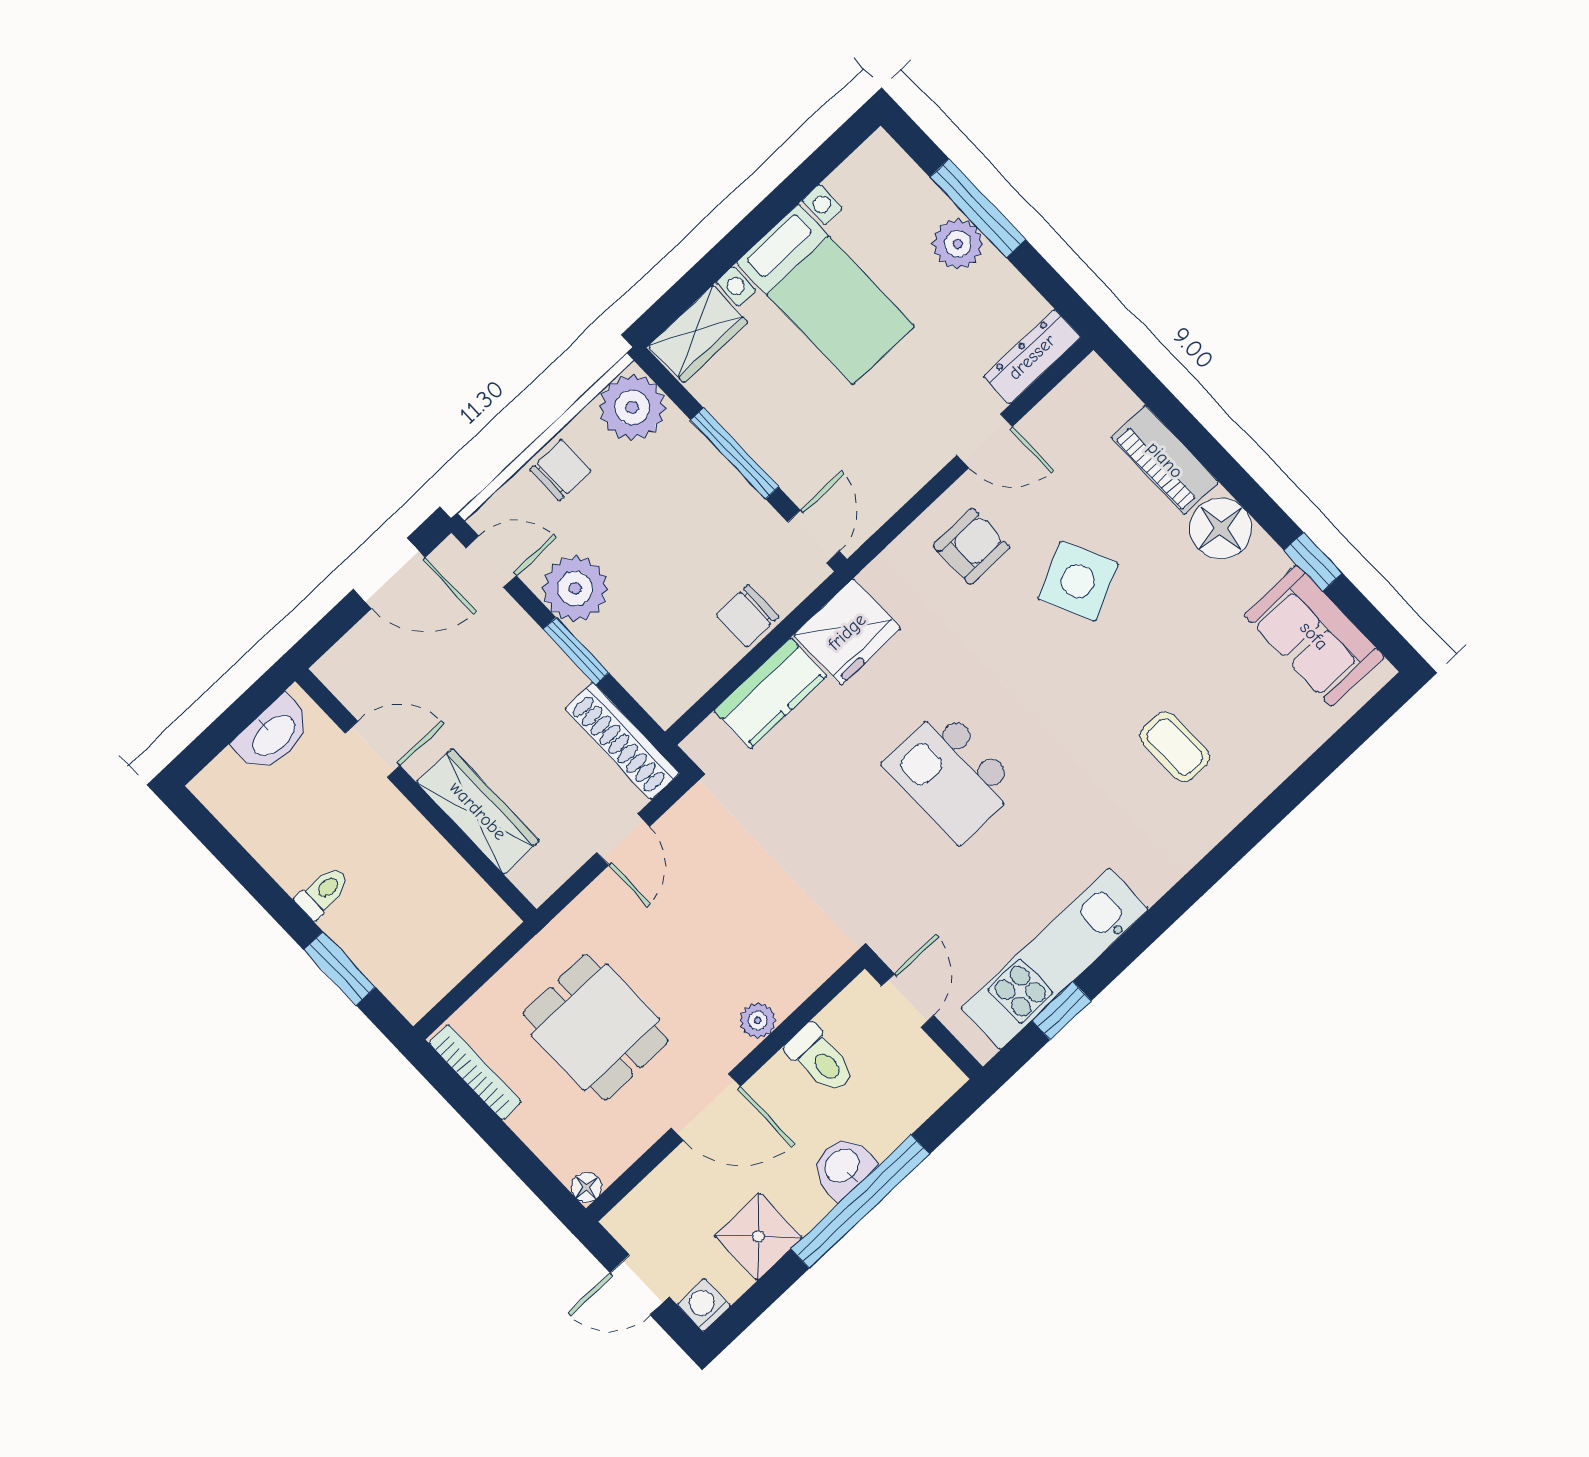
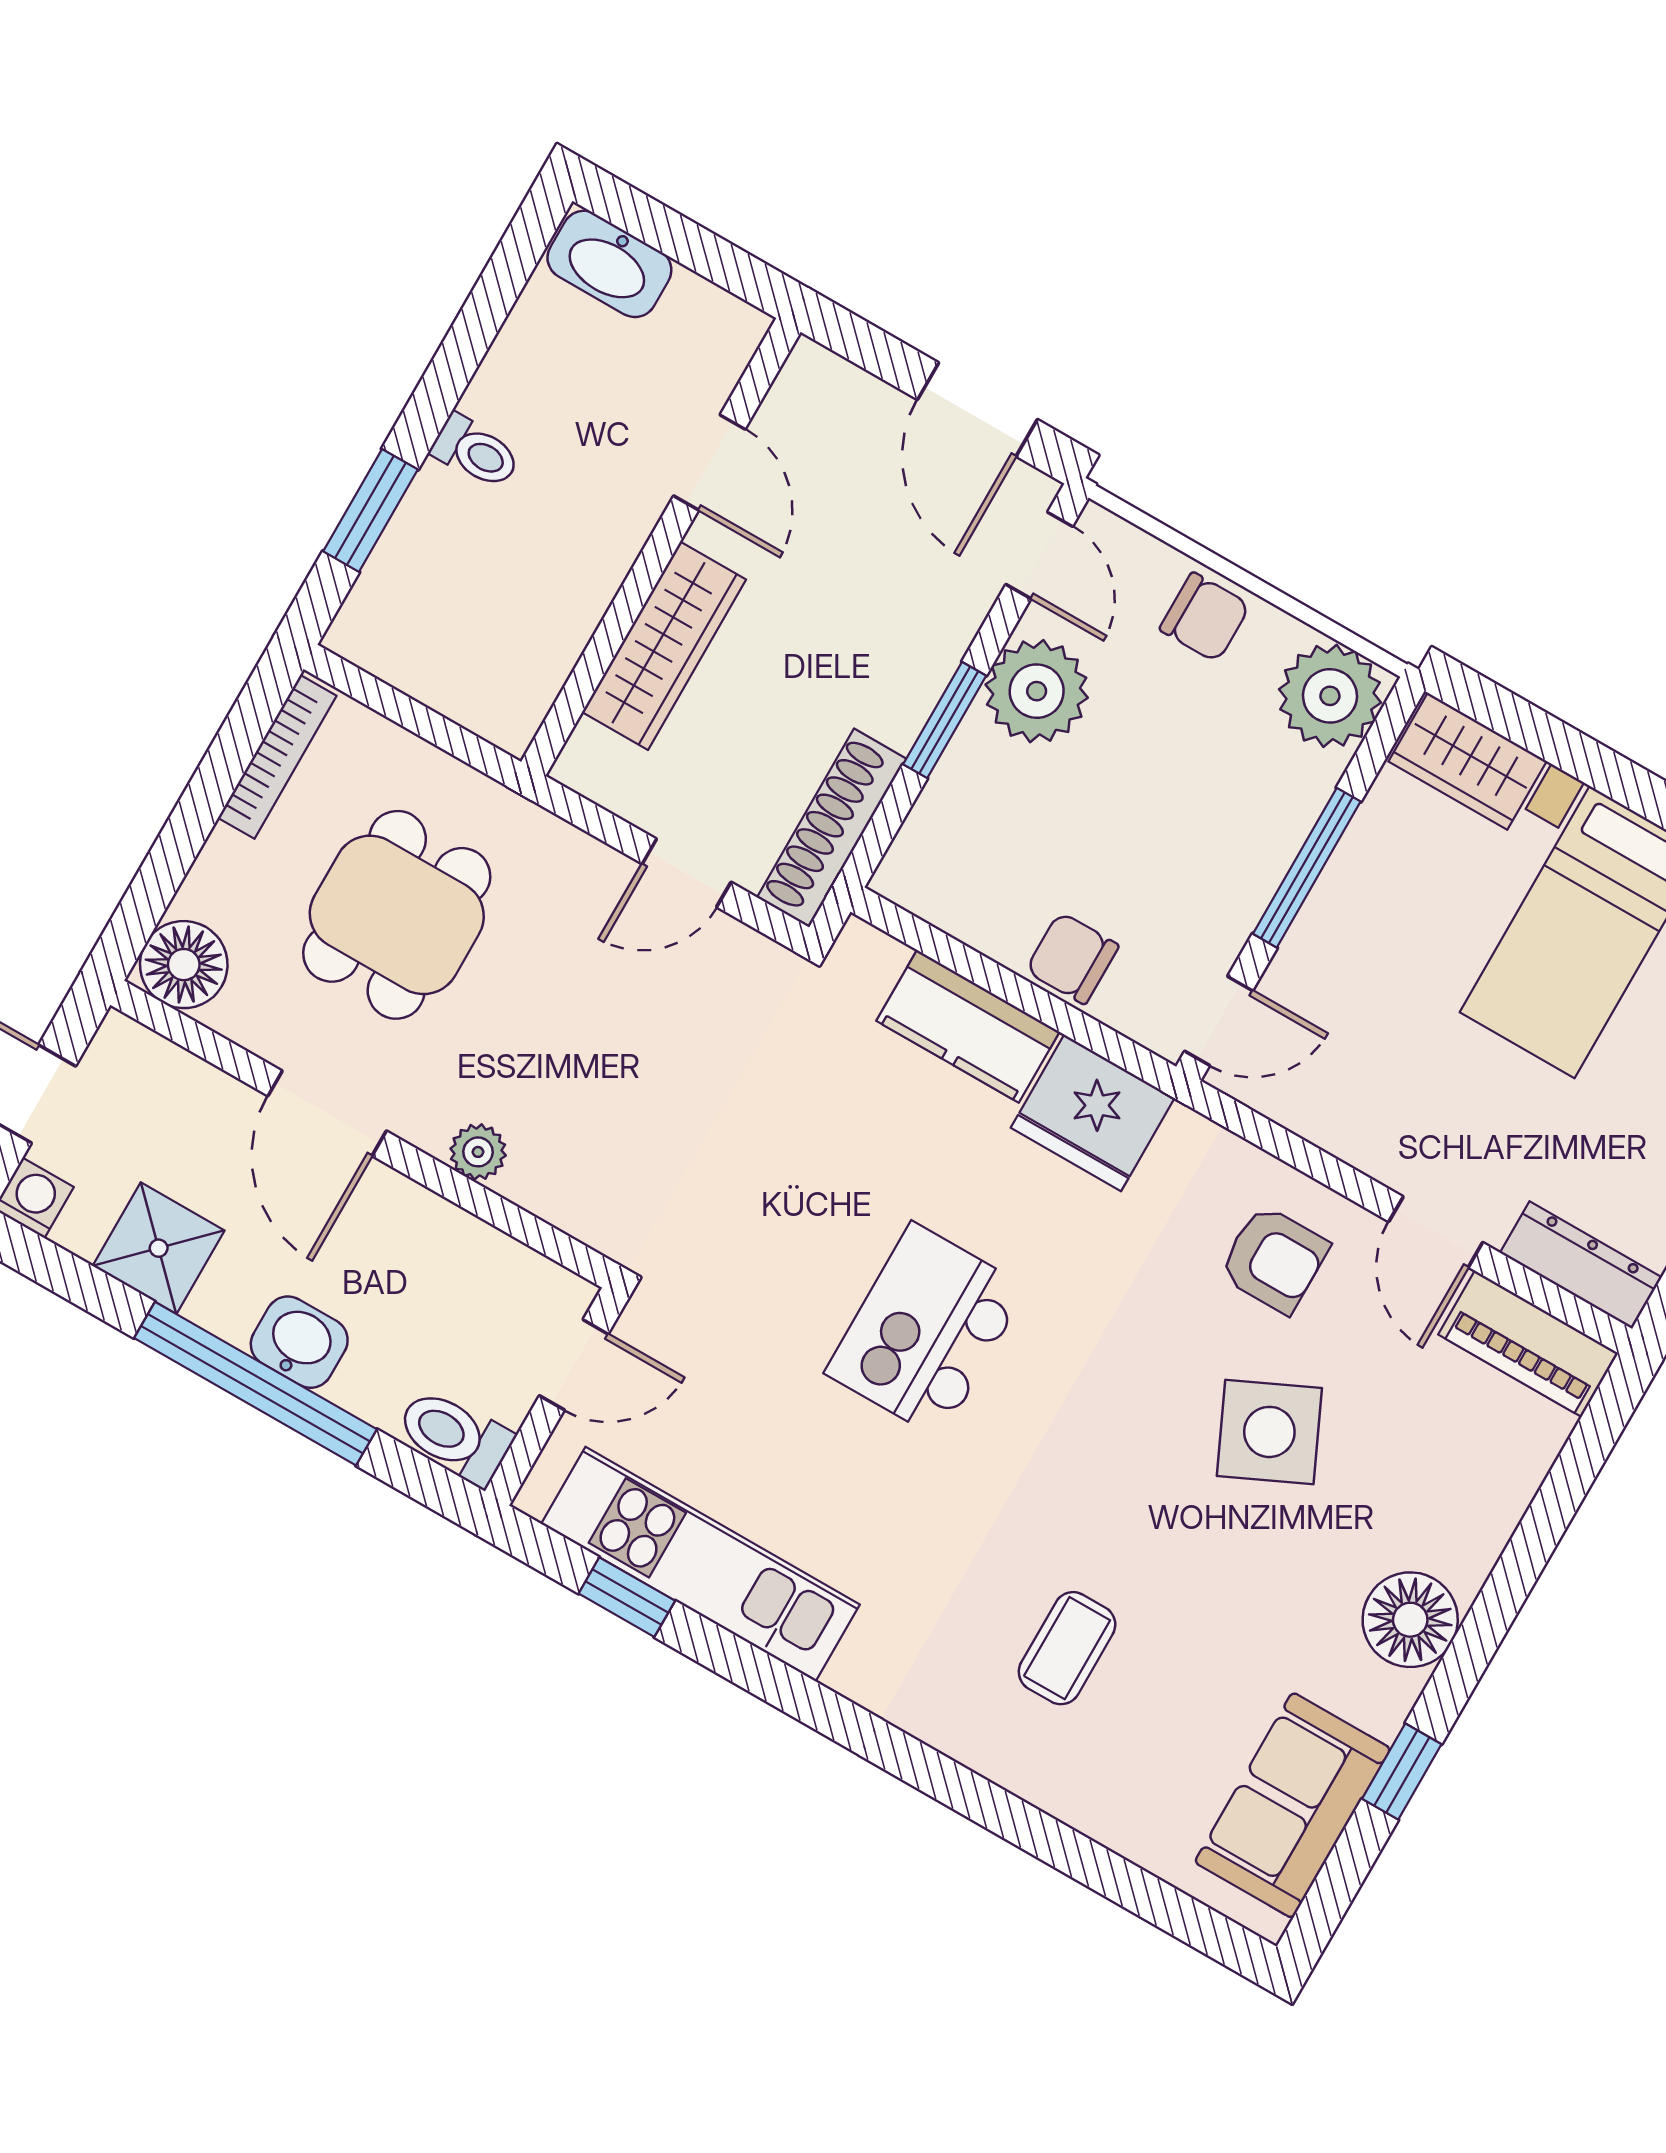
piano: (1165, 460) -> (1528, 1344), moved, turned -90
washbasin: (273, 735) -> (609, 264), moved
toilet: (820, 1059) -> (454, 1436), moved, turned 90
floor lamp: (586, 1187) -> (184, 965), width x1.89, depth x1.89

